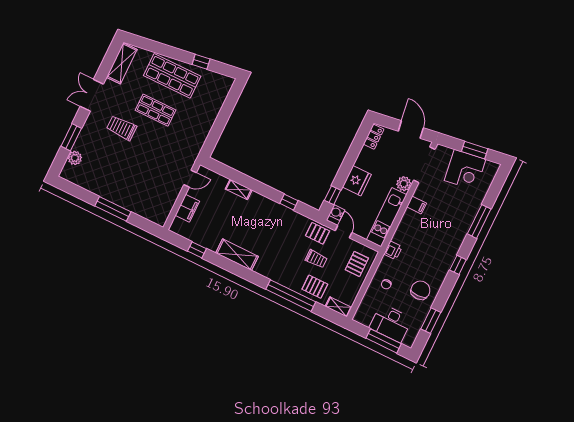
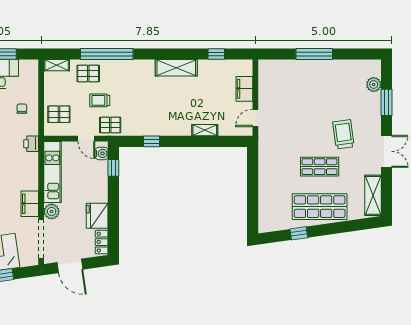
trolley: (122, 128) -> (343, 134), turned -98
fridge: (357, 181) -> (97, 216), moved
filing cabinet: (417, 205) -> (30, 204), width x2.00
pallet: (357, 264) -> (59, 114), turned 90

